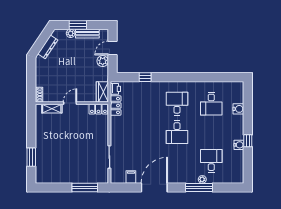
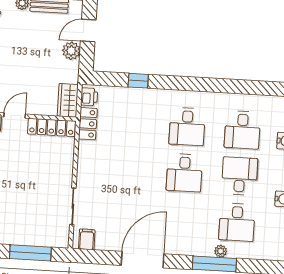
desk: (177, 104) -> (187, 127), turned 180
locker: (98, 109) -> (52, 127), width x1.53
desk: (211, 132) -> (240, 176), added
desk: (211, 161) -> (237, 222), turned 180
filing cabinet: (131, 177) -> (87, 239), moved

